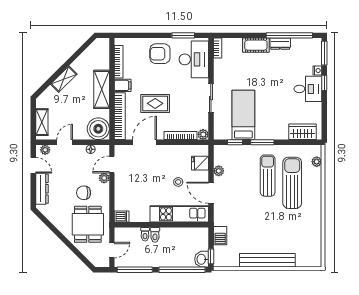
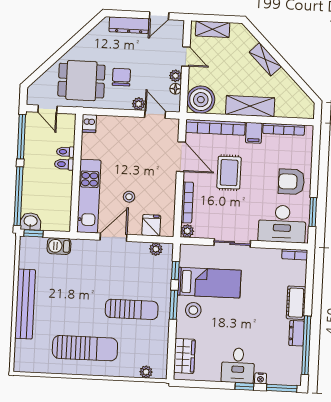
armchair: (160, 54) -> (291, 182), turned -90
stool: (266, 127) -> (193, 310), added
plant: (45, 150) -> (175, 76), moved
plant: (219, 171) -> (156, 249), moved
sun lounger: (292, 183) -> (85, 348), moved

